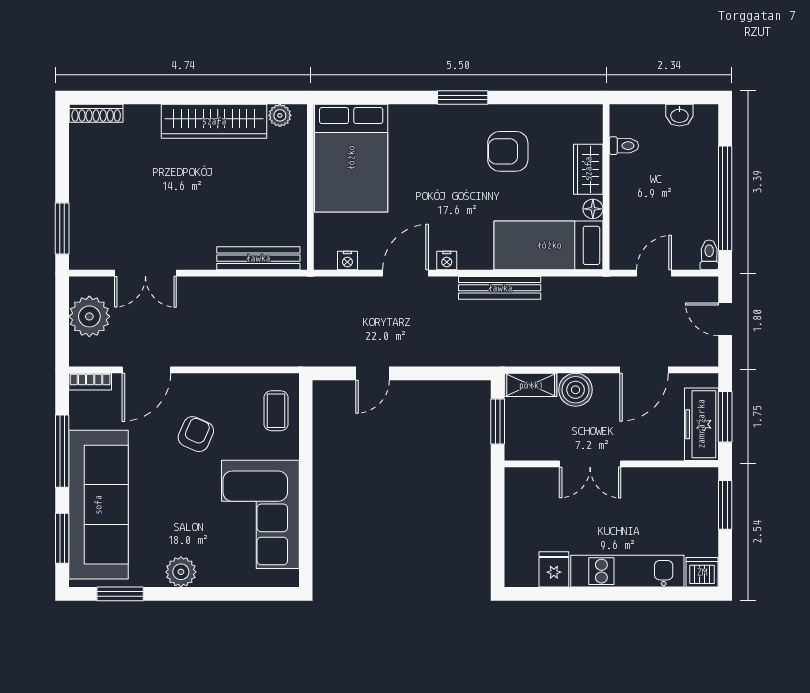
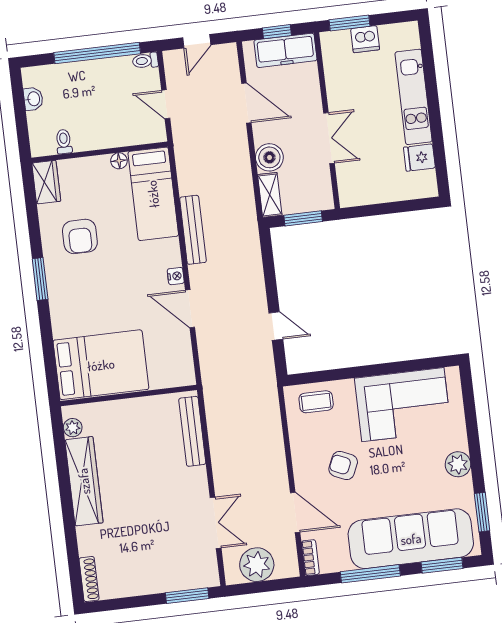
wardrobe: (588, 169) -> (46, 182), moved, turned -90
nightstand: (347, 261) -> (185, 358), removed
window: (725, 417) -> (277, 32), width x0.67
dishwasher: (702, 572) -> (365, 39), moved, turned -90

